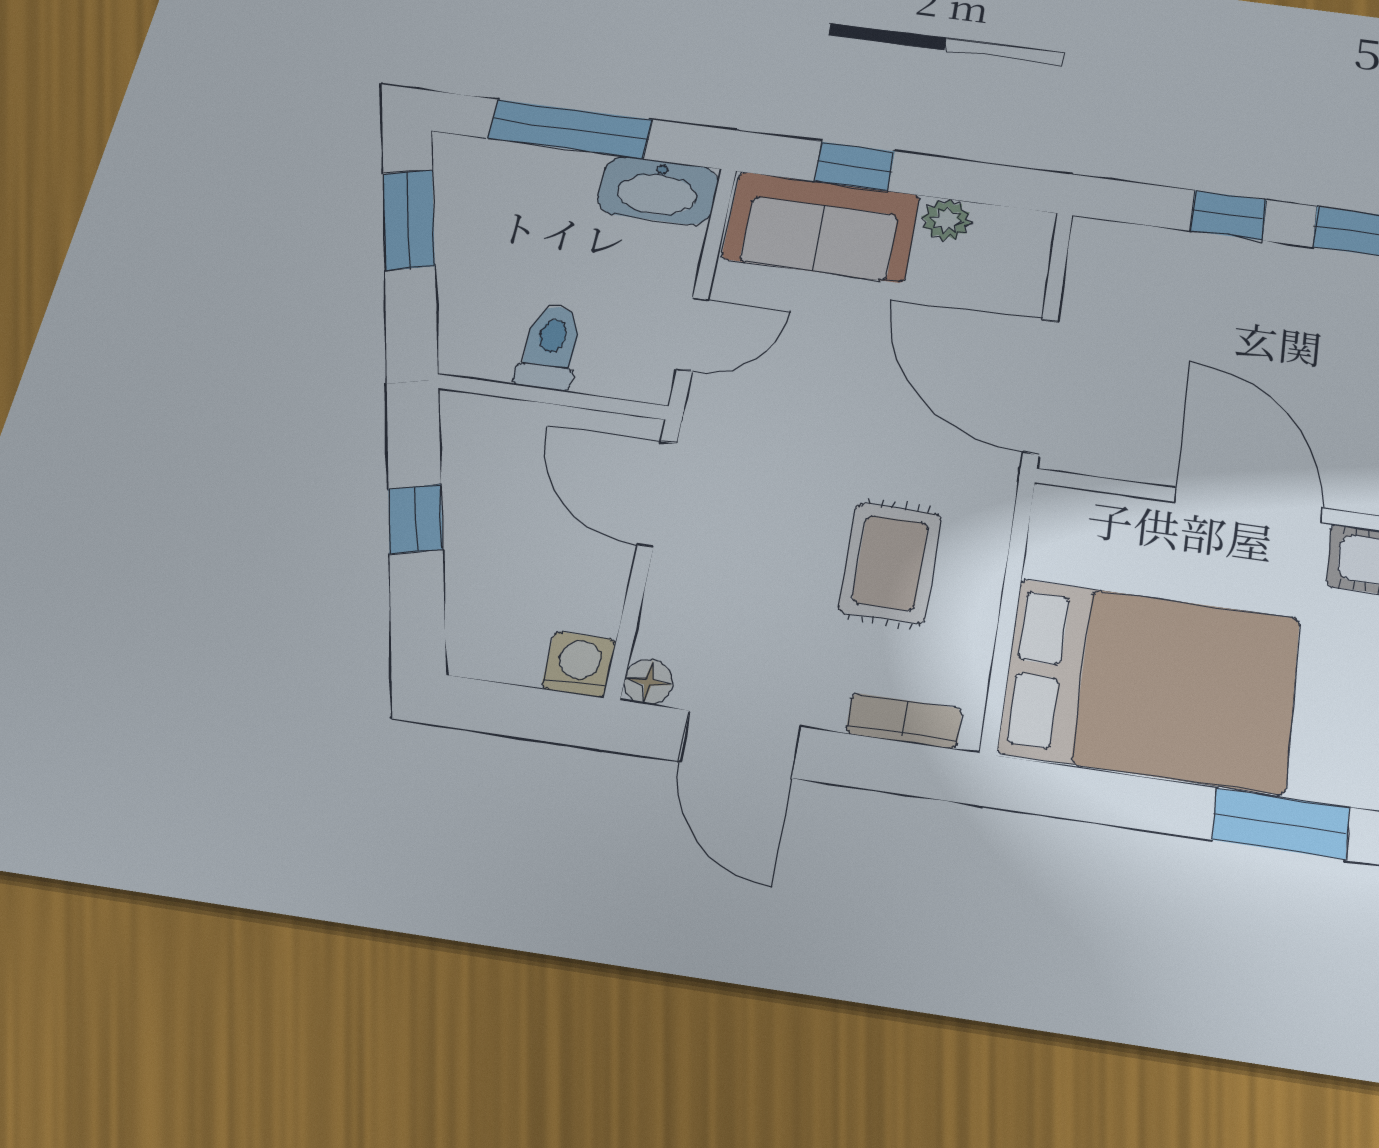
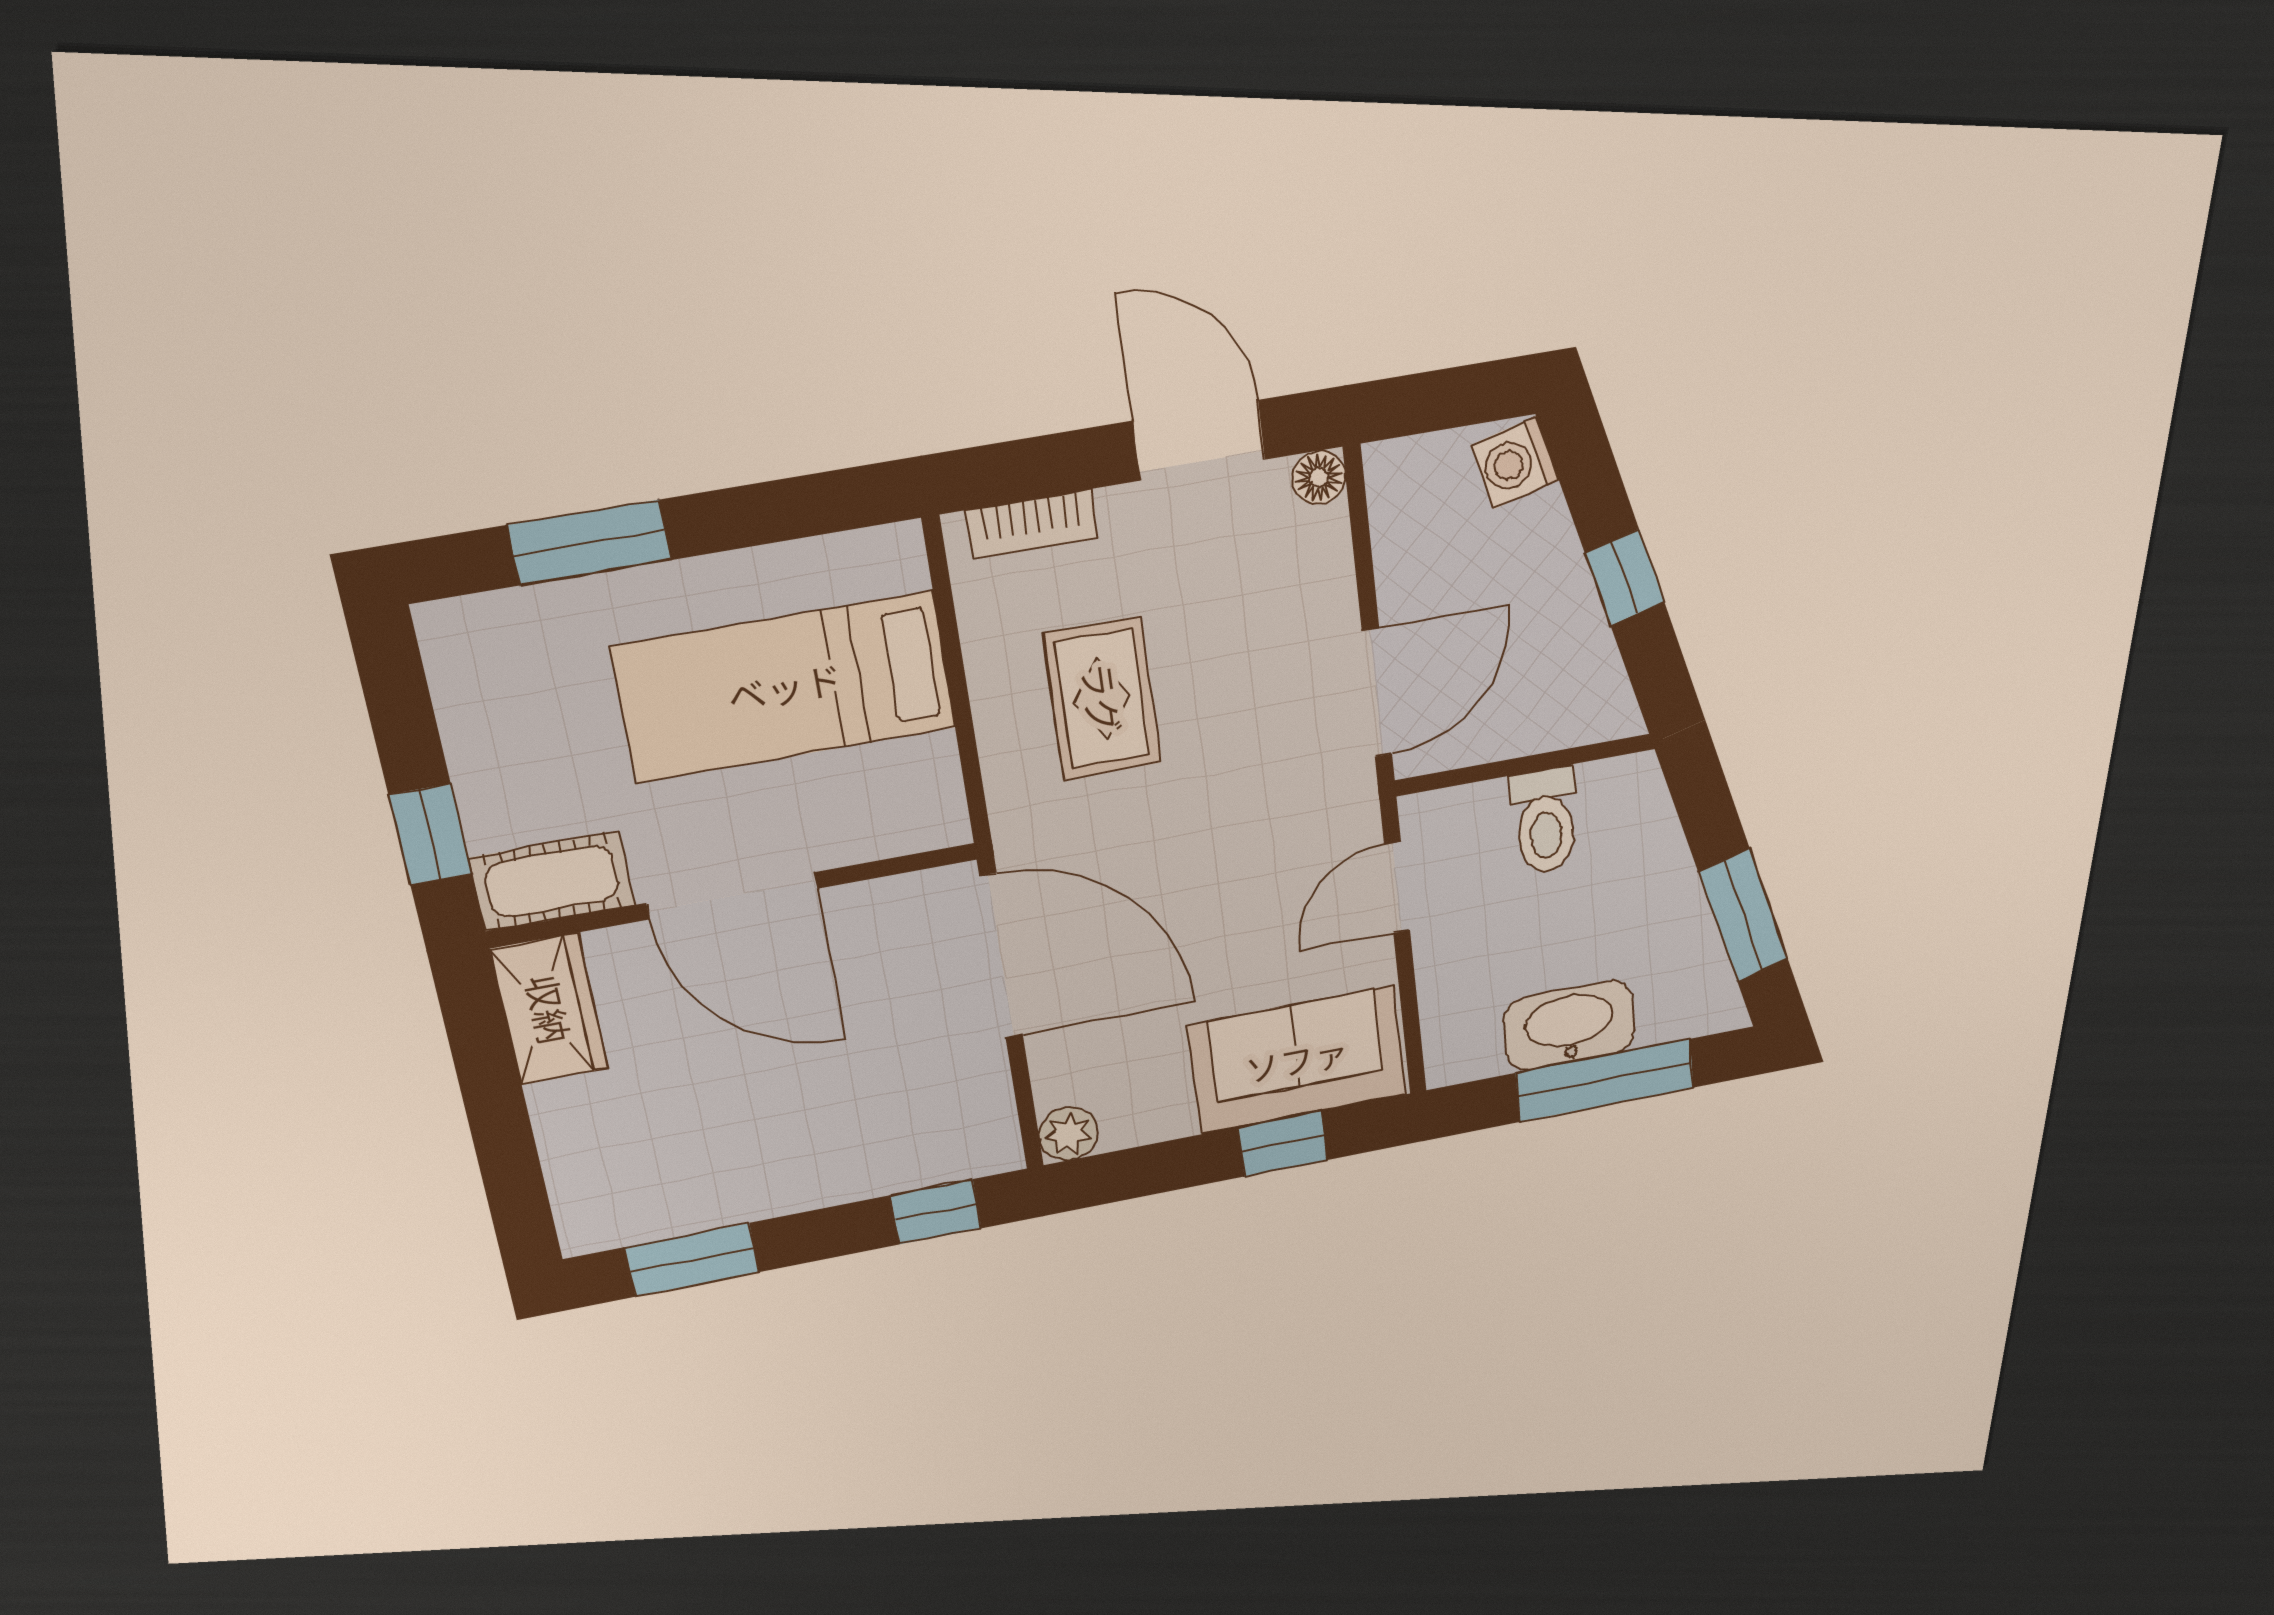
washbasin: (658, 190) -> (1569, 1026), moved
window: (1229, 215) -> (936, 1212), moved
plant: (946, 220) -> (1068, 1134), moved
door: (657, 494) -> (1377, 693), hinge flipped
washing machine: (579, 664) -> (1515, 463), moved, turned 75
bed: (1150, 685) -> (785, 687), width x0.67

